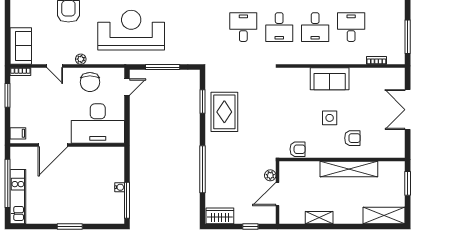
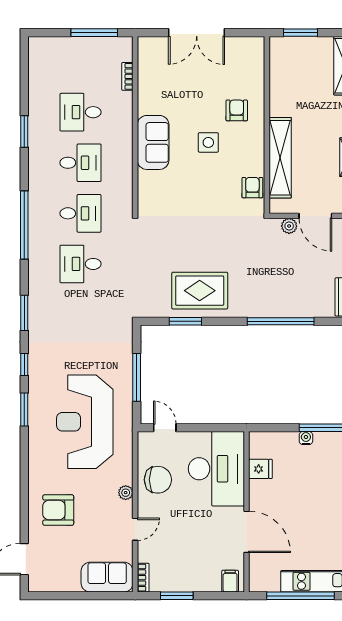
fridge: (98, 155) -> (260, 469), added
shelving: (349, 169) -> (280, 158), moved

